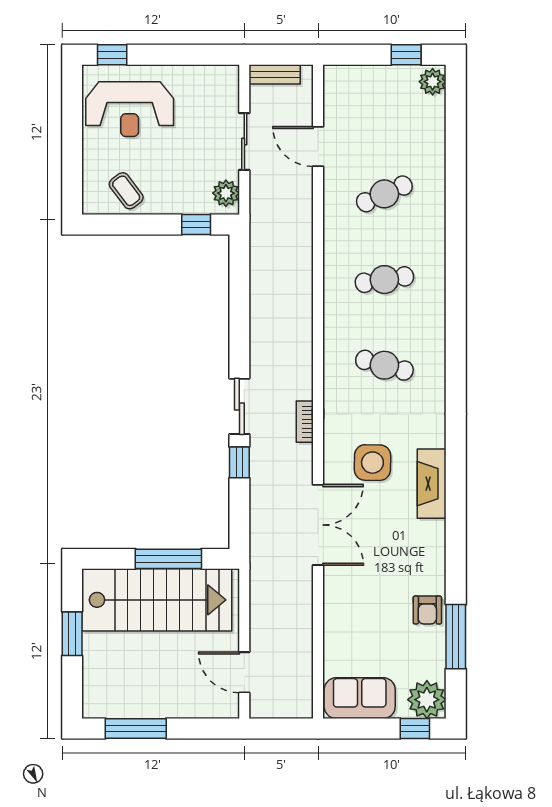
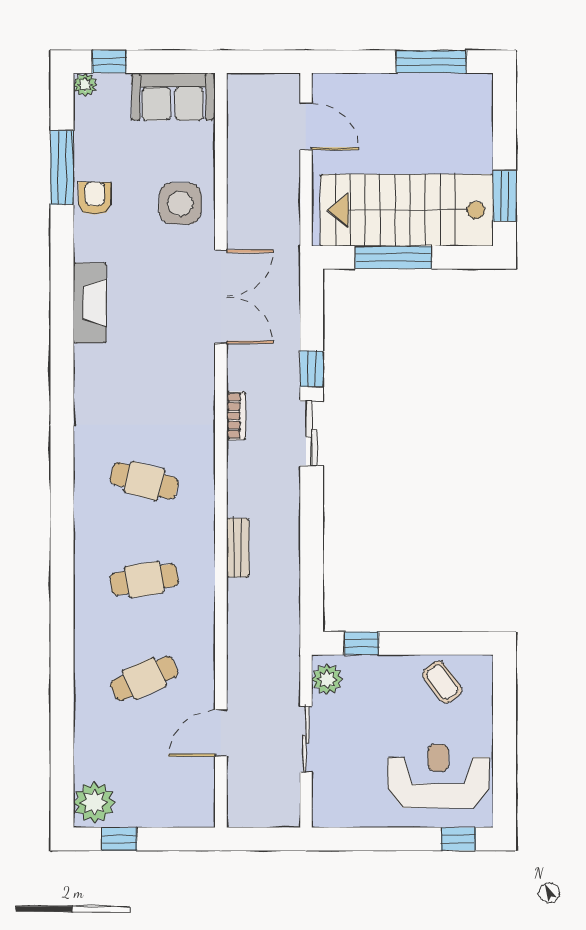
bench: (275, 74) -> (238, 548), moved, turned 90
plant: (433, 82) -> (94, 802), width x1.36, depth x1.36
door: (318, 147) -> (221, 733), swing flipped
side table: (372, 463) -> (180, 204), moved
fireplace: (432, 484) -> (90, 303), moved
double door: (318, 525) -> (221, 297), swing flipped
window: (72, 634) -> (505, 196), moved
plant: (427, 700) -> (85, 85), width x0.53, depth x0.53

